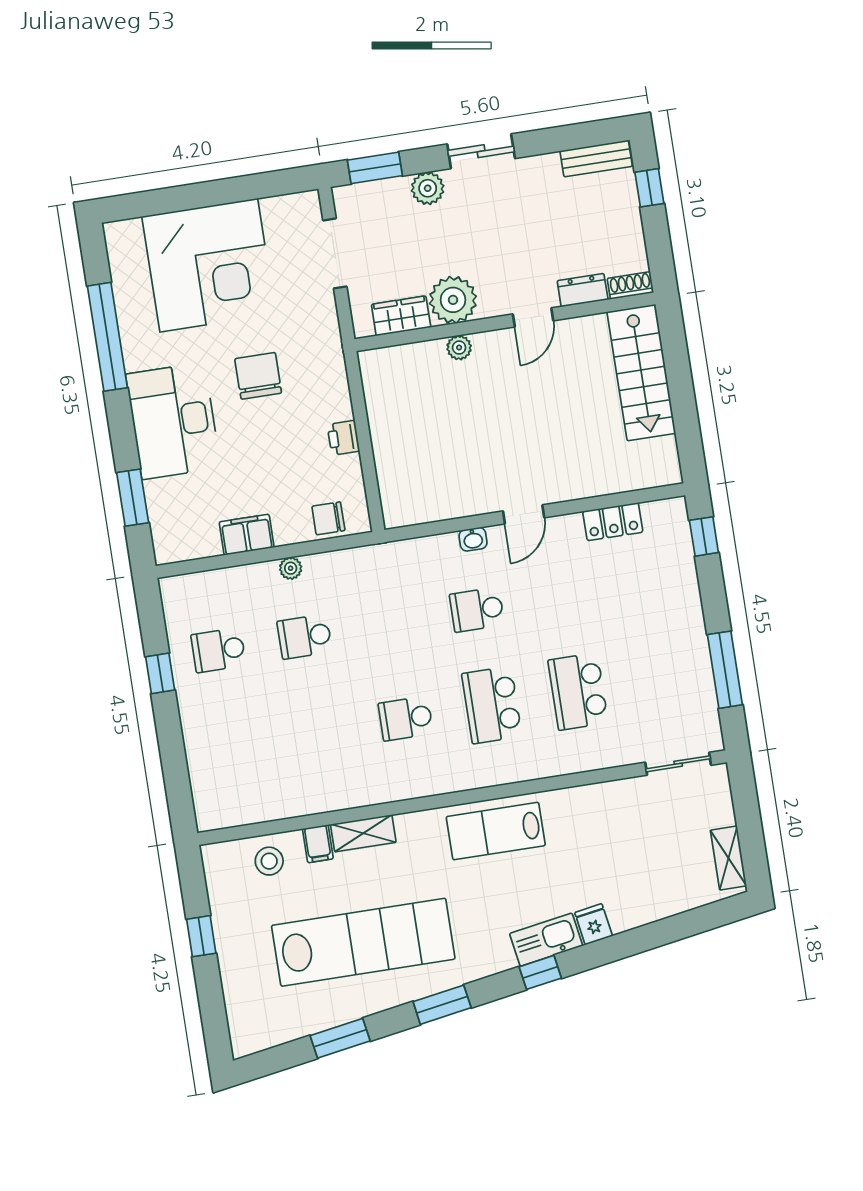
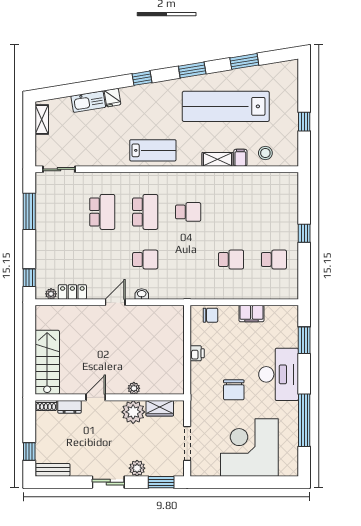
plant: (291, 568) -> (51, 294), moved
window: (160, 673) -> (304, 233), moved
kitchen sink: (546, 940) -> (88, 102), moved

